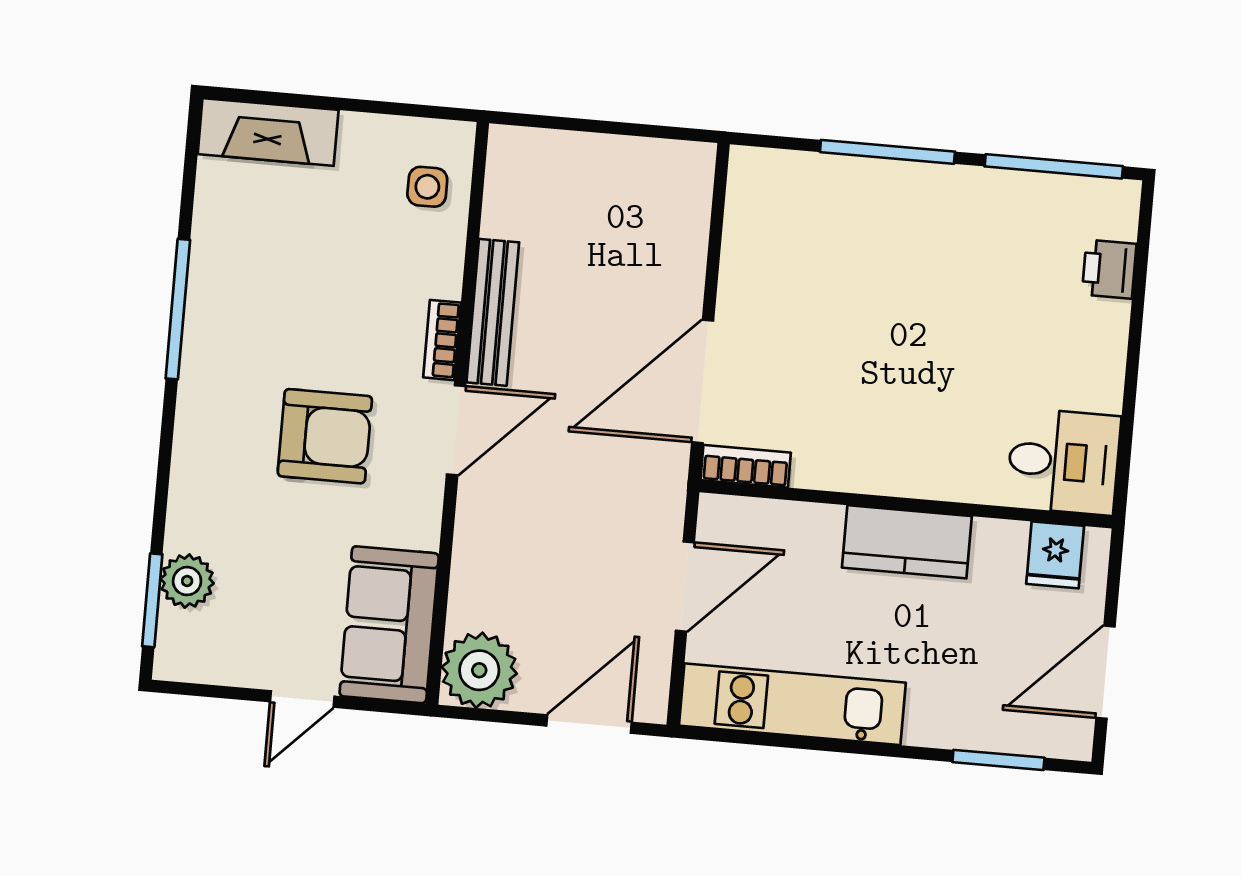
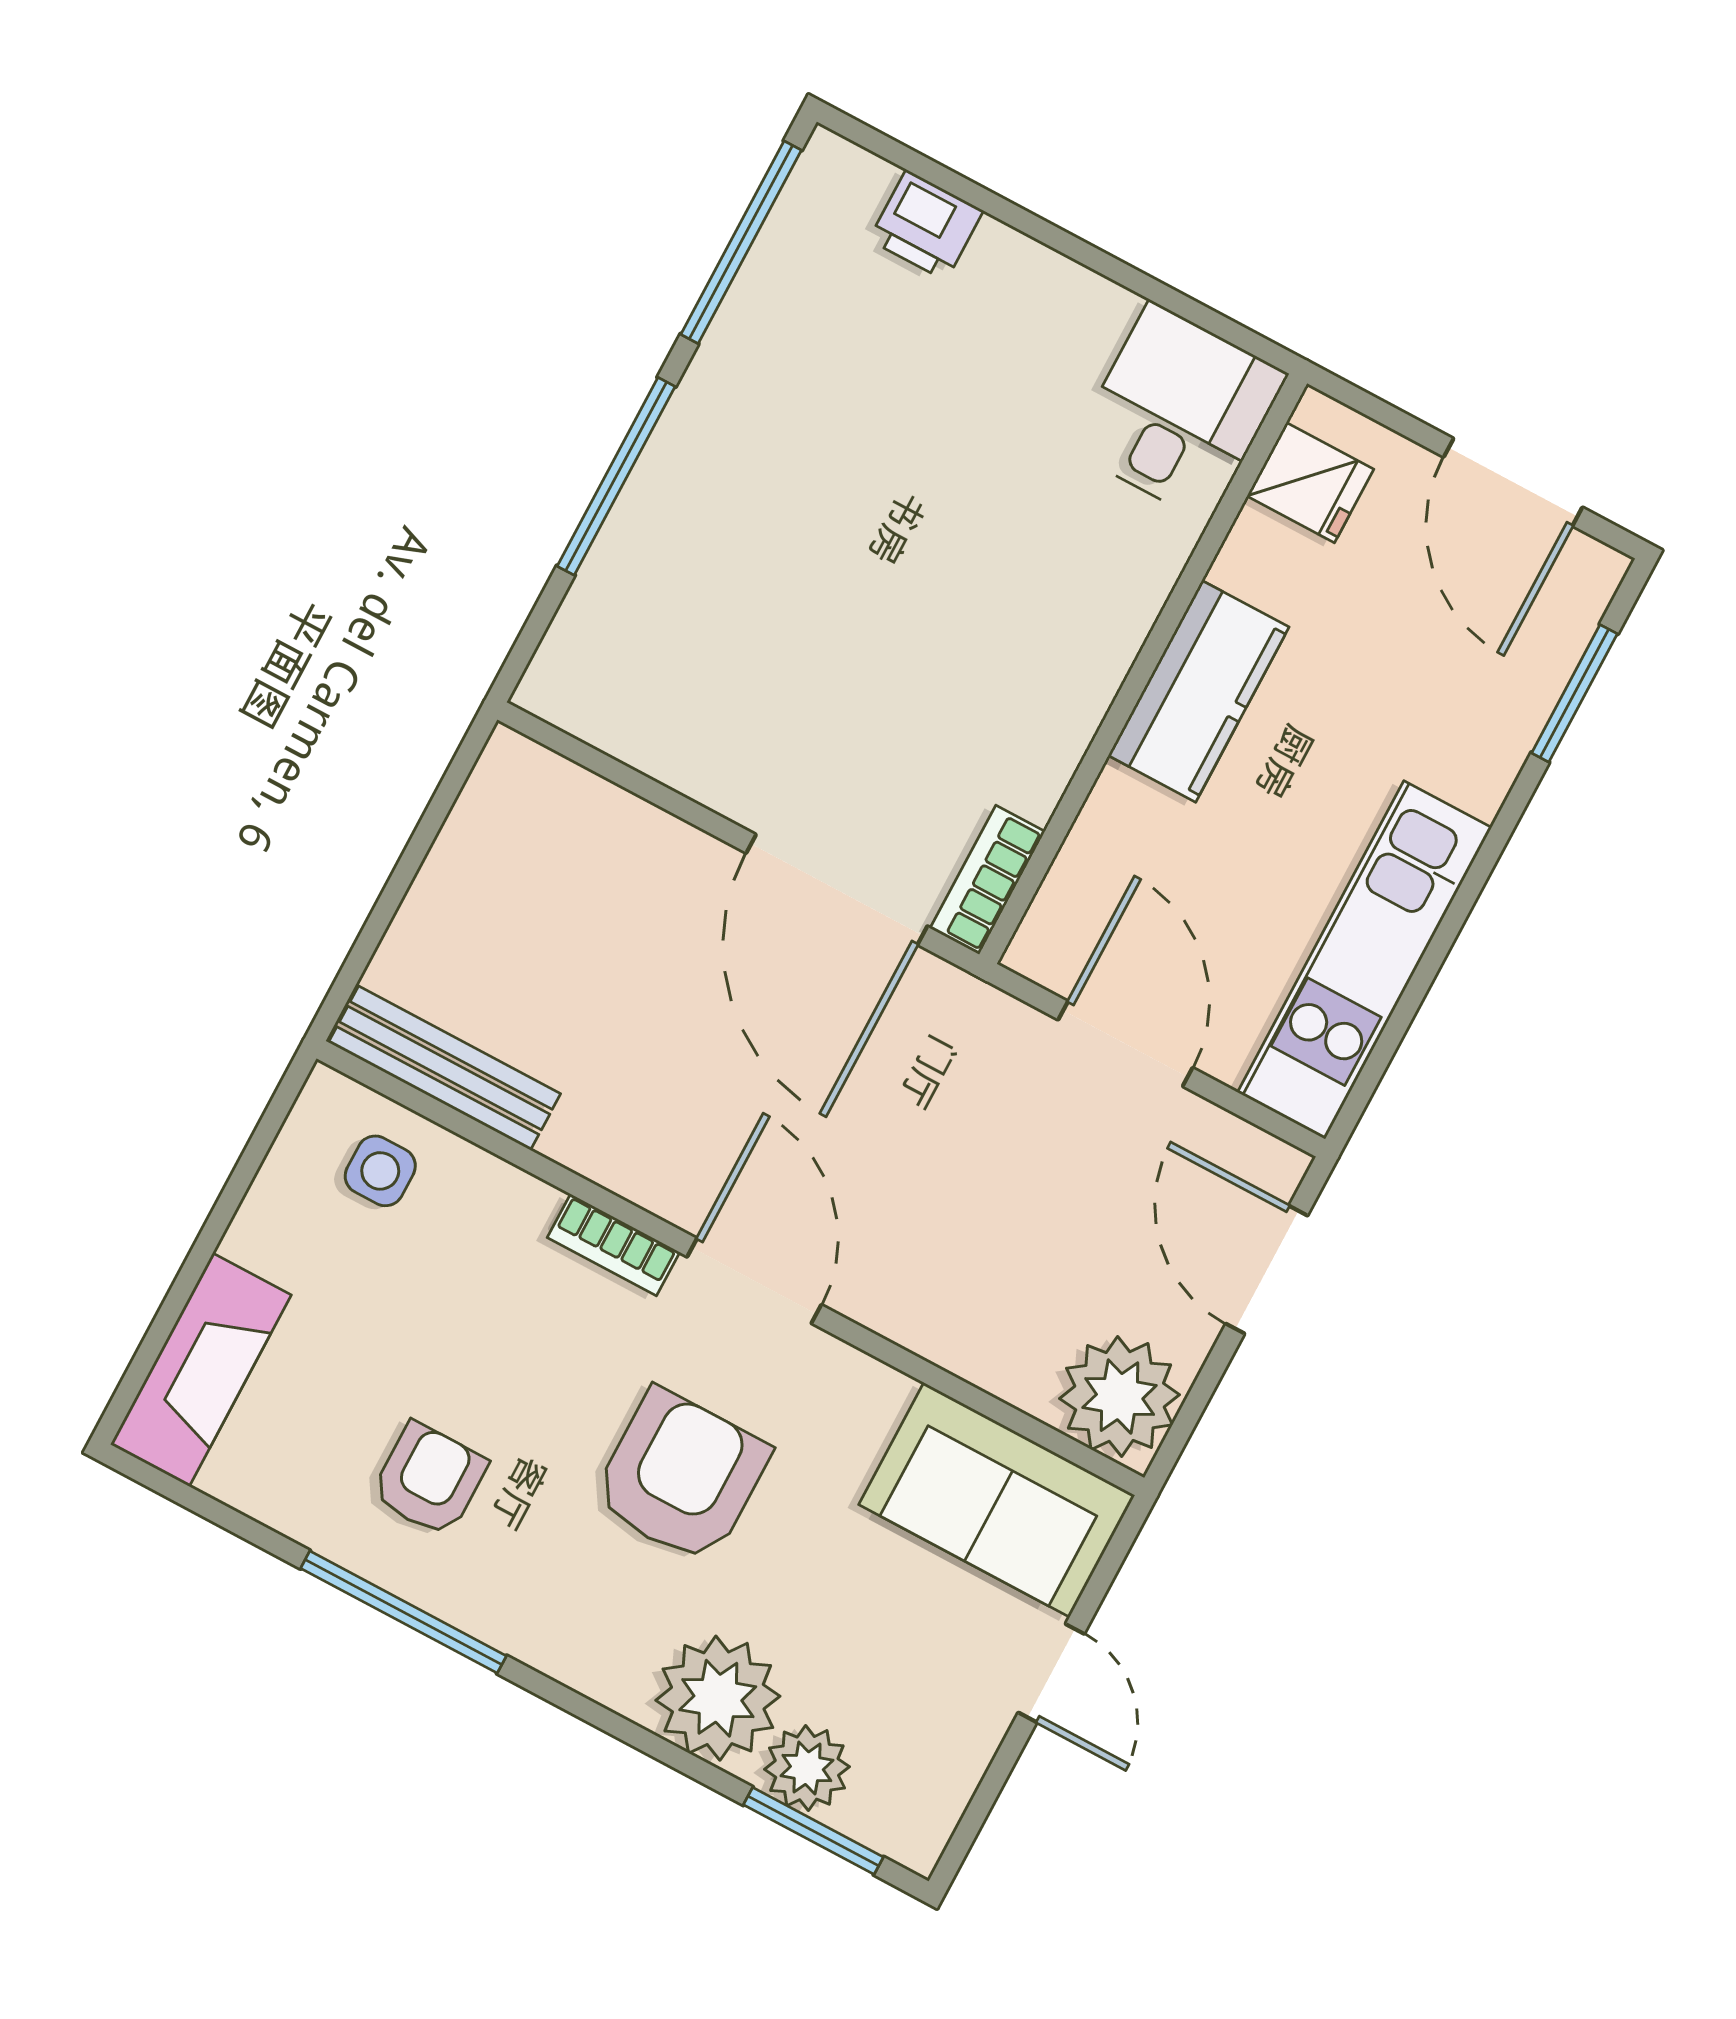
armchair: (261, 291) -> (429, 1479), added
bench: (493, 312) -> (445, 1068), moved
plant: (206, 512) -> (718, 1698), added

